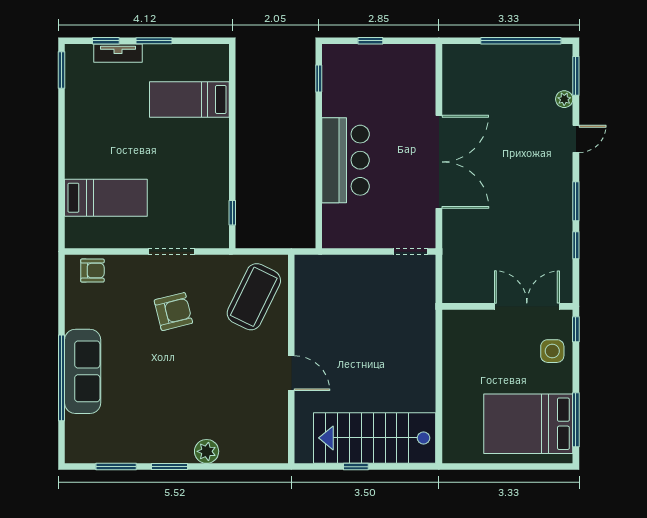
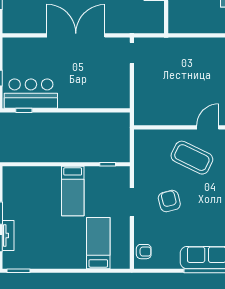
bed: (189, 99) -> (73, 191), moved
bar counter: (346, 160) -> (31, 94), moved
armchair: (92, 271) -> (144, 252), turned 90
coffee table: (254, 297) -> (192, 158), moved

